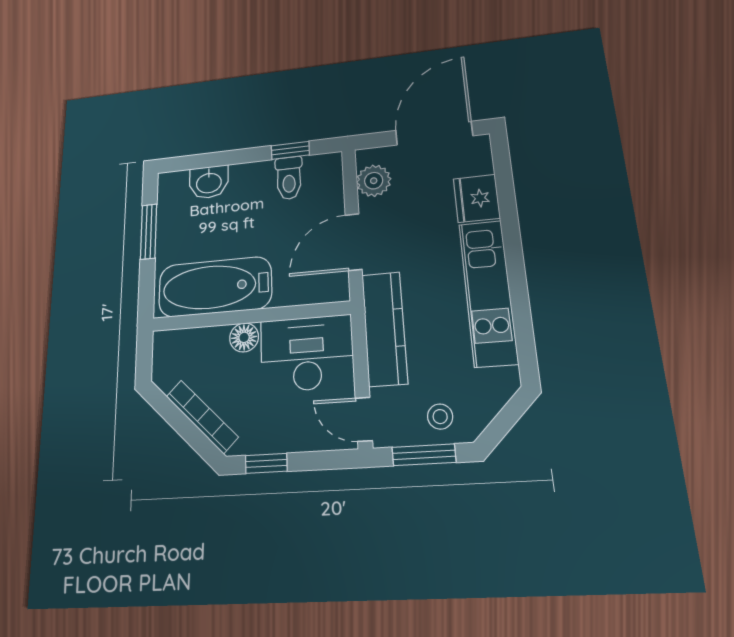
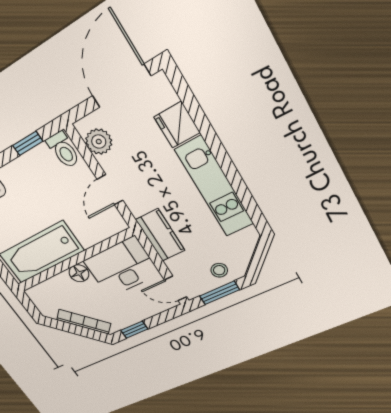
toilet: (289, 178) -> (63, 150), moved
door: (354, 242) -> (110, 190), width x0.73
kitchen counter: (384, 328) -> (160, 235), width x0.67

